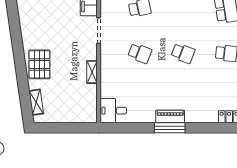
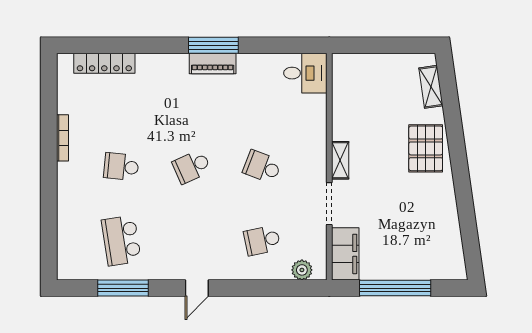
school desk: (183, 53) -> (192, 167), turned -45
shelving: (92, 72) -> (340, 160), moved

